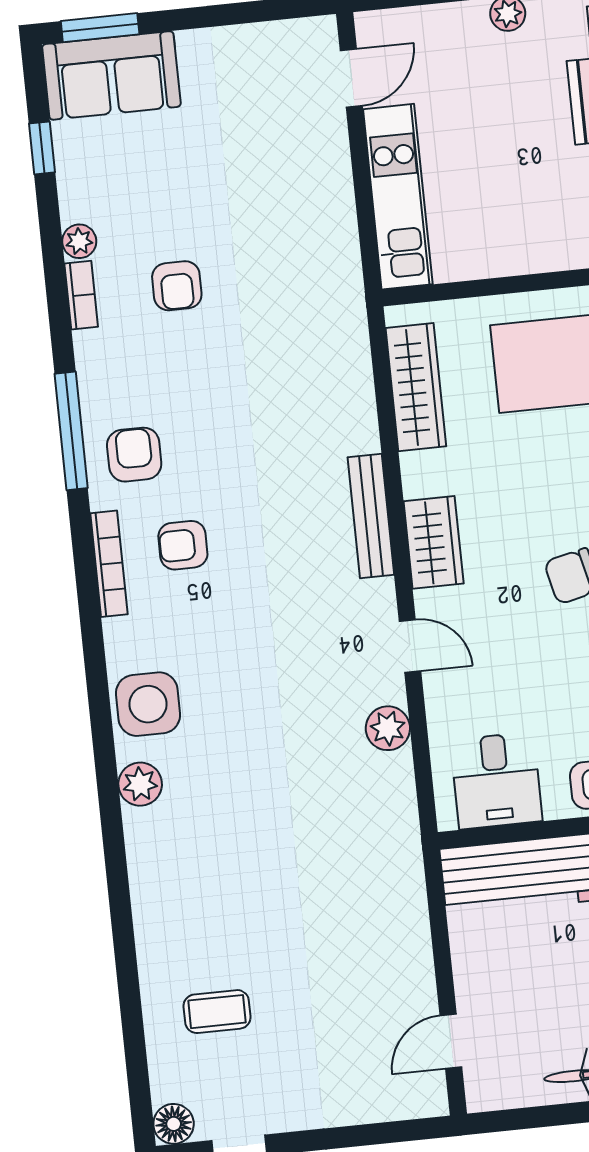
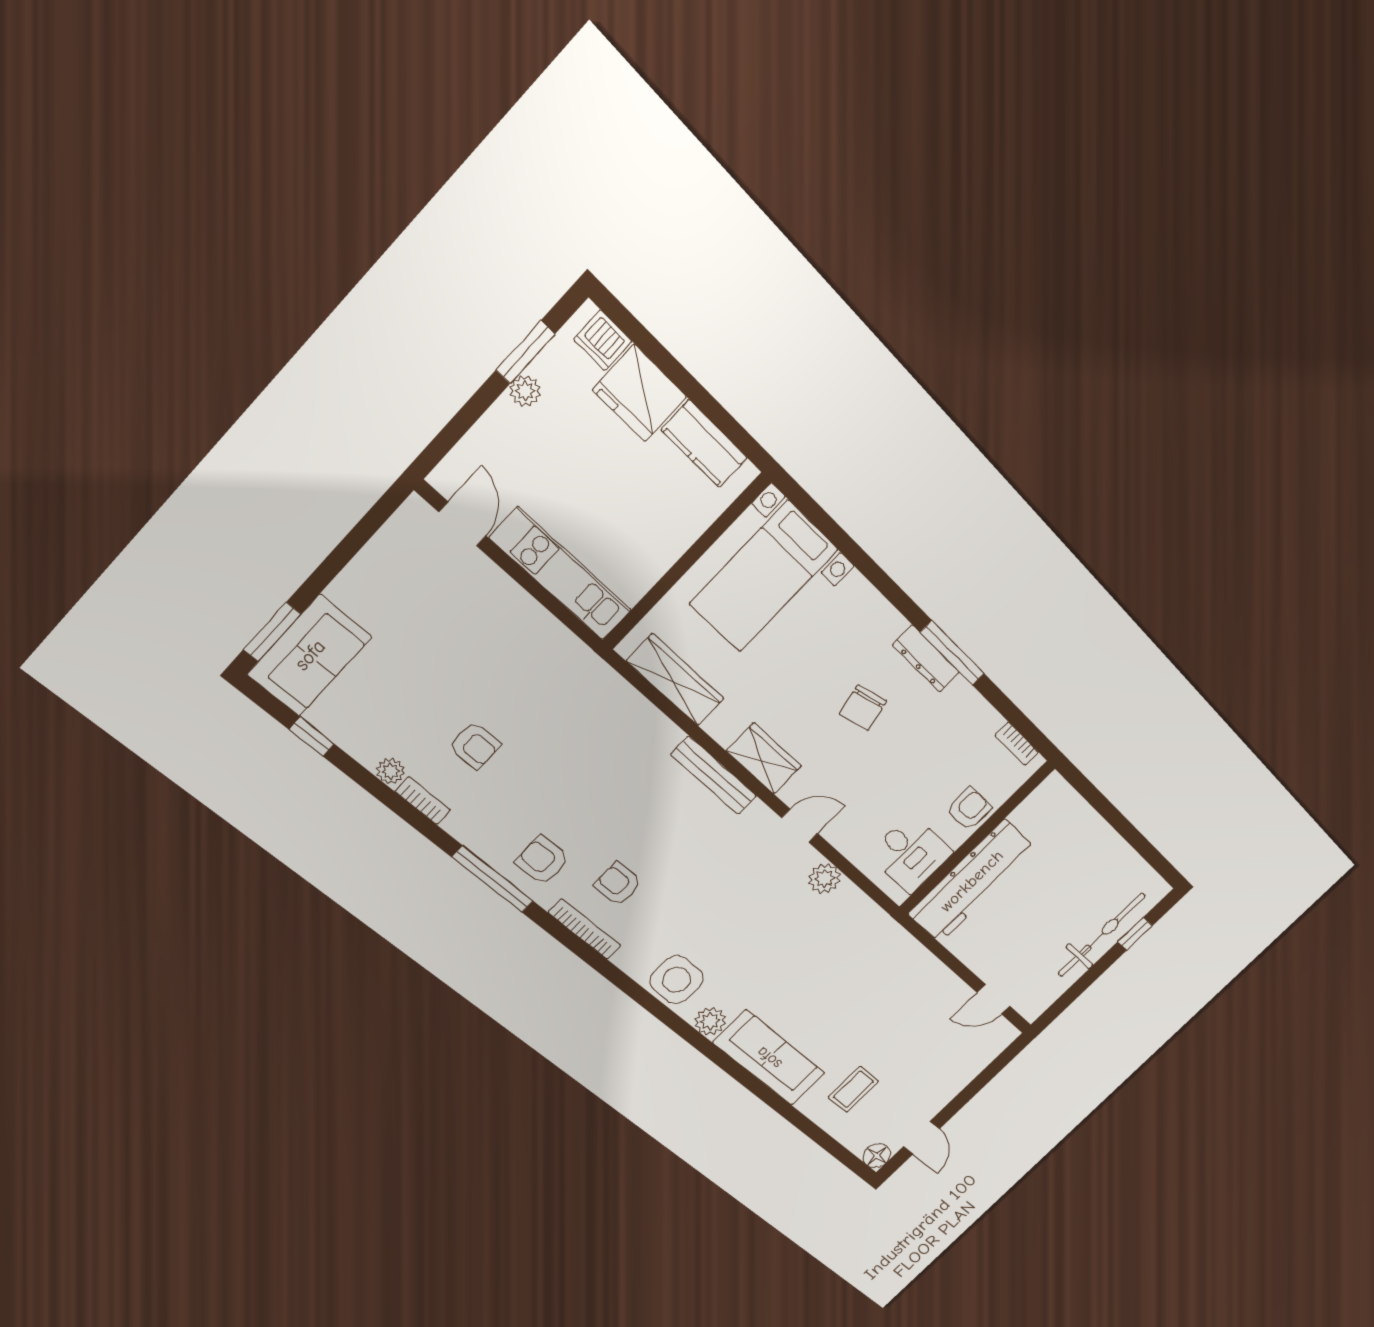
armchair: (183, 545) -> (618, 884), turned 90
sofa: (163, 886) -> (769, 1058), added
door: (451, 1041) -> (993, 999), hinge flipped

